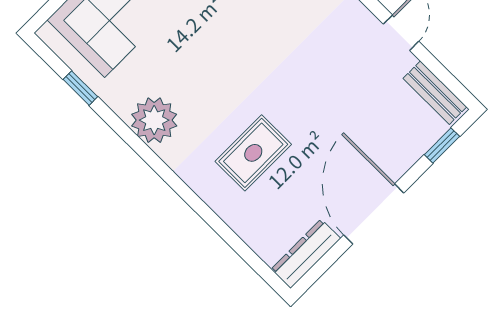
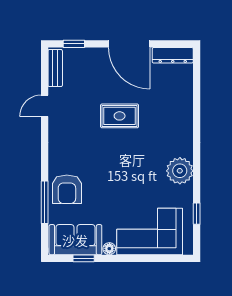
rug: (253, 153) -> (120, 116), moved
door: (374, 214) -> (129, 44), hinge flipped

